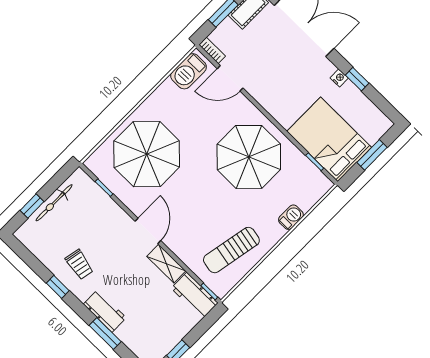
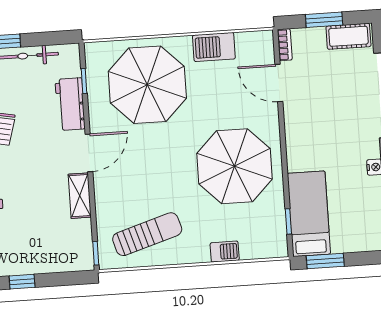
barbecue: (189, 71) -> (214, 47), moved
bed: (329, 139) -> (309, 214), width x0.67
window: (372, 155) -> (325, 261), moved
sun lounger: (231, 250) -> (147, 234), turned 152
workbench: (195, 296) -> (70, 104), moved

